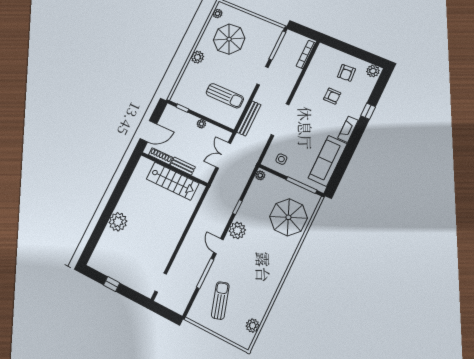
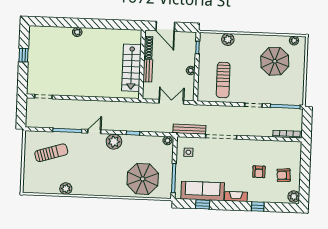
plant: (197, 57) -> (228, 39), moved
bench: (249, 118) -> (189, 129), moved
window: (342, 167) -> (203, 204), added
plant: (118, 222) -> (77, 32), width x0.53, depth x0.53
plant: (253, 326) -> (66, 189), moved

